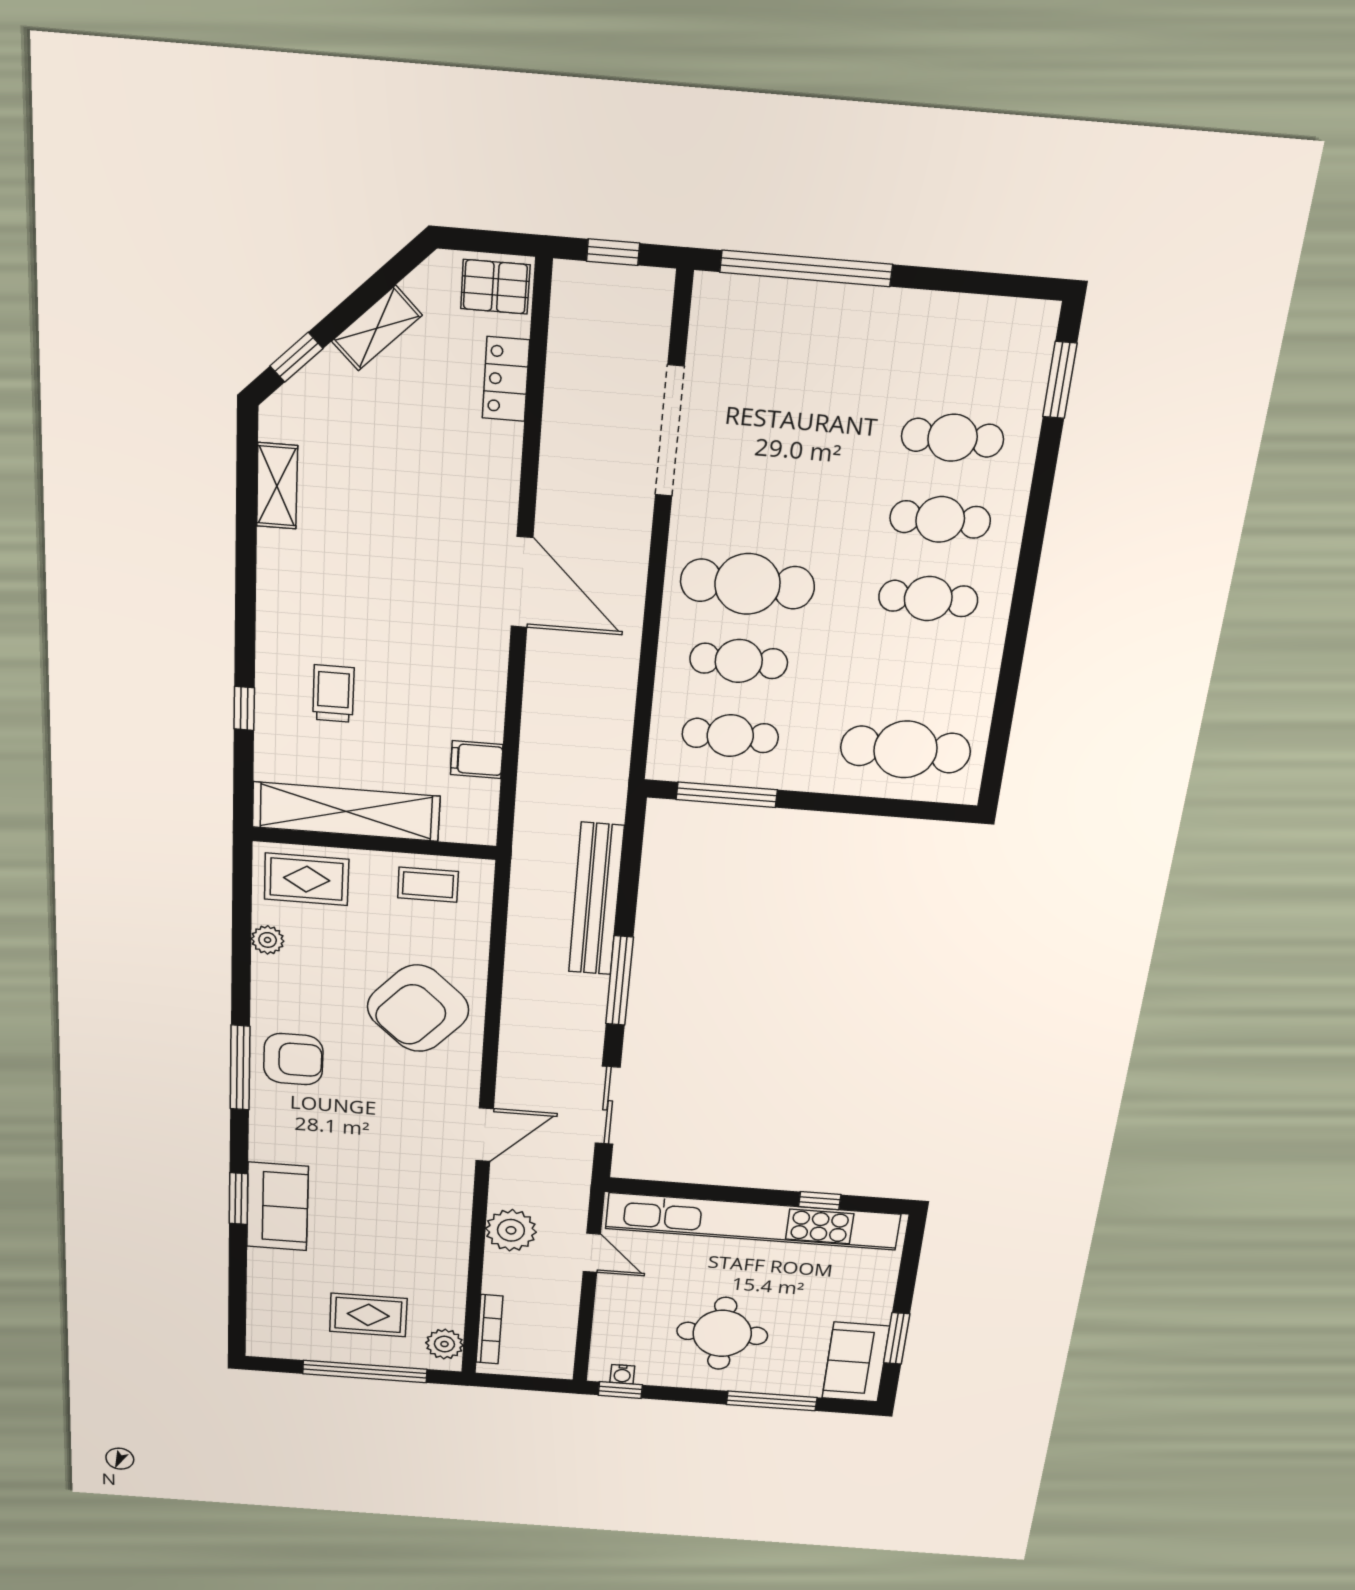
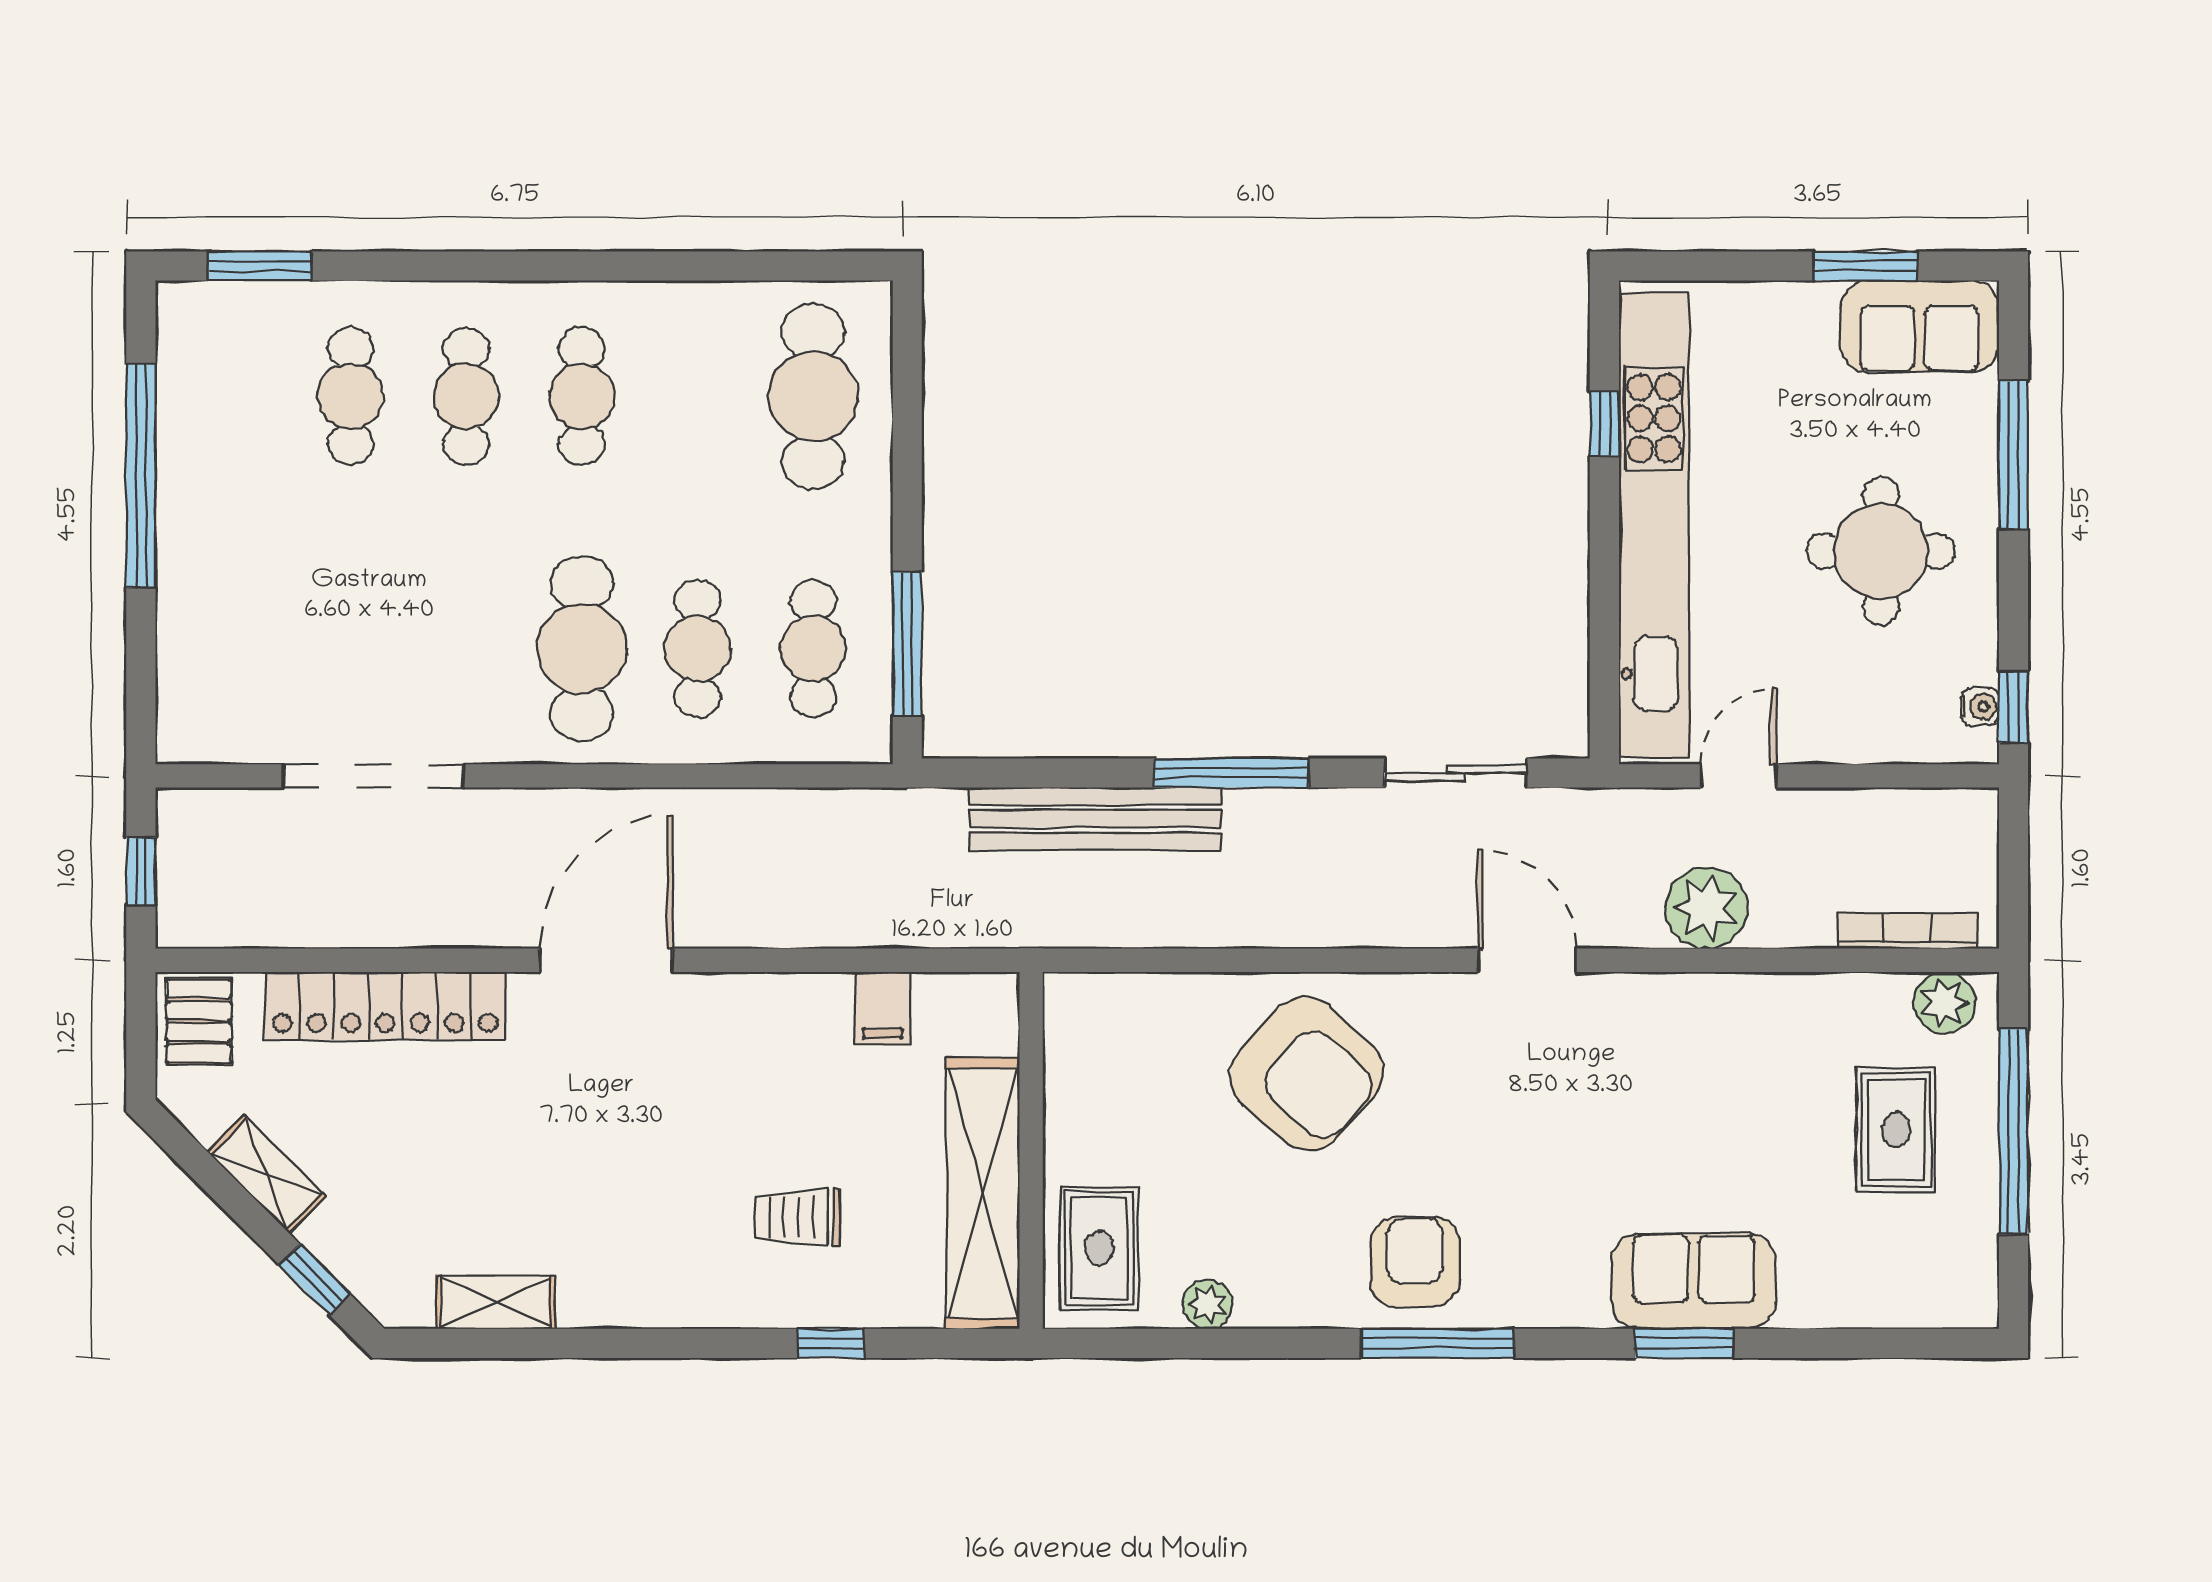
window: (806, 268) -> (141, 476), moved
locker: (506, 379) -> (385, 1006), width x2.16, depth x1.21
coffee table: (428, 885) -> (1093, 1069), removed

